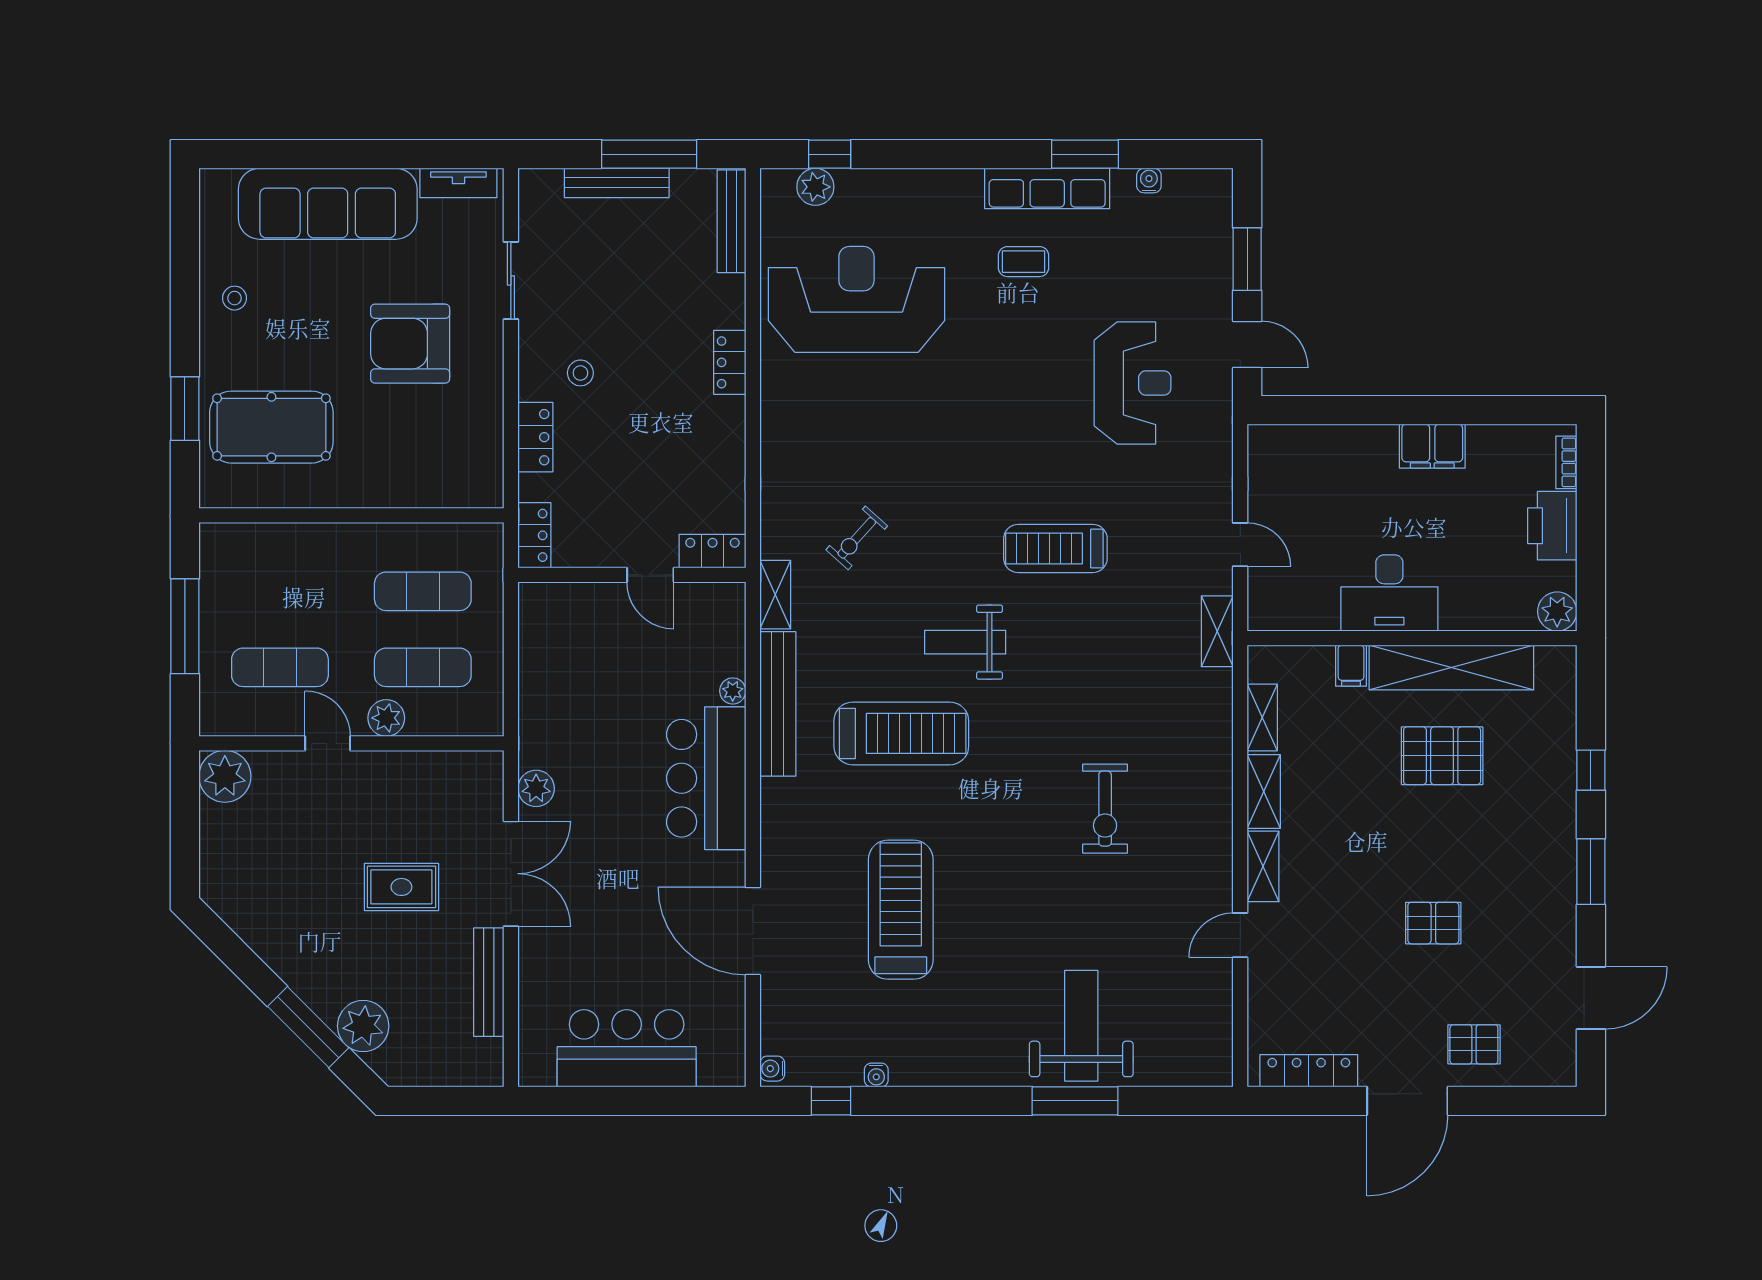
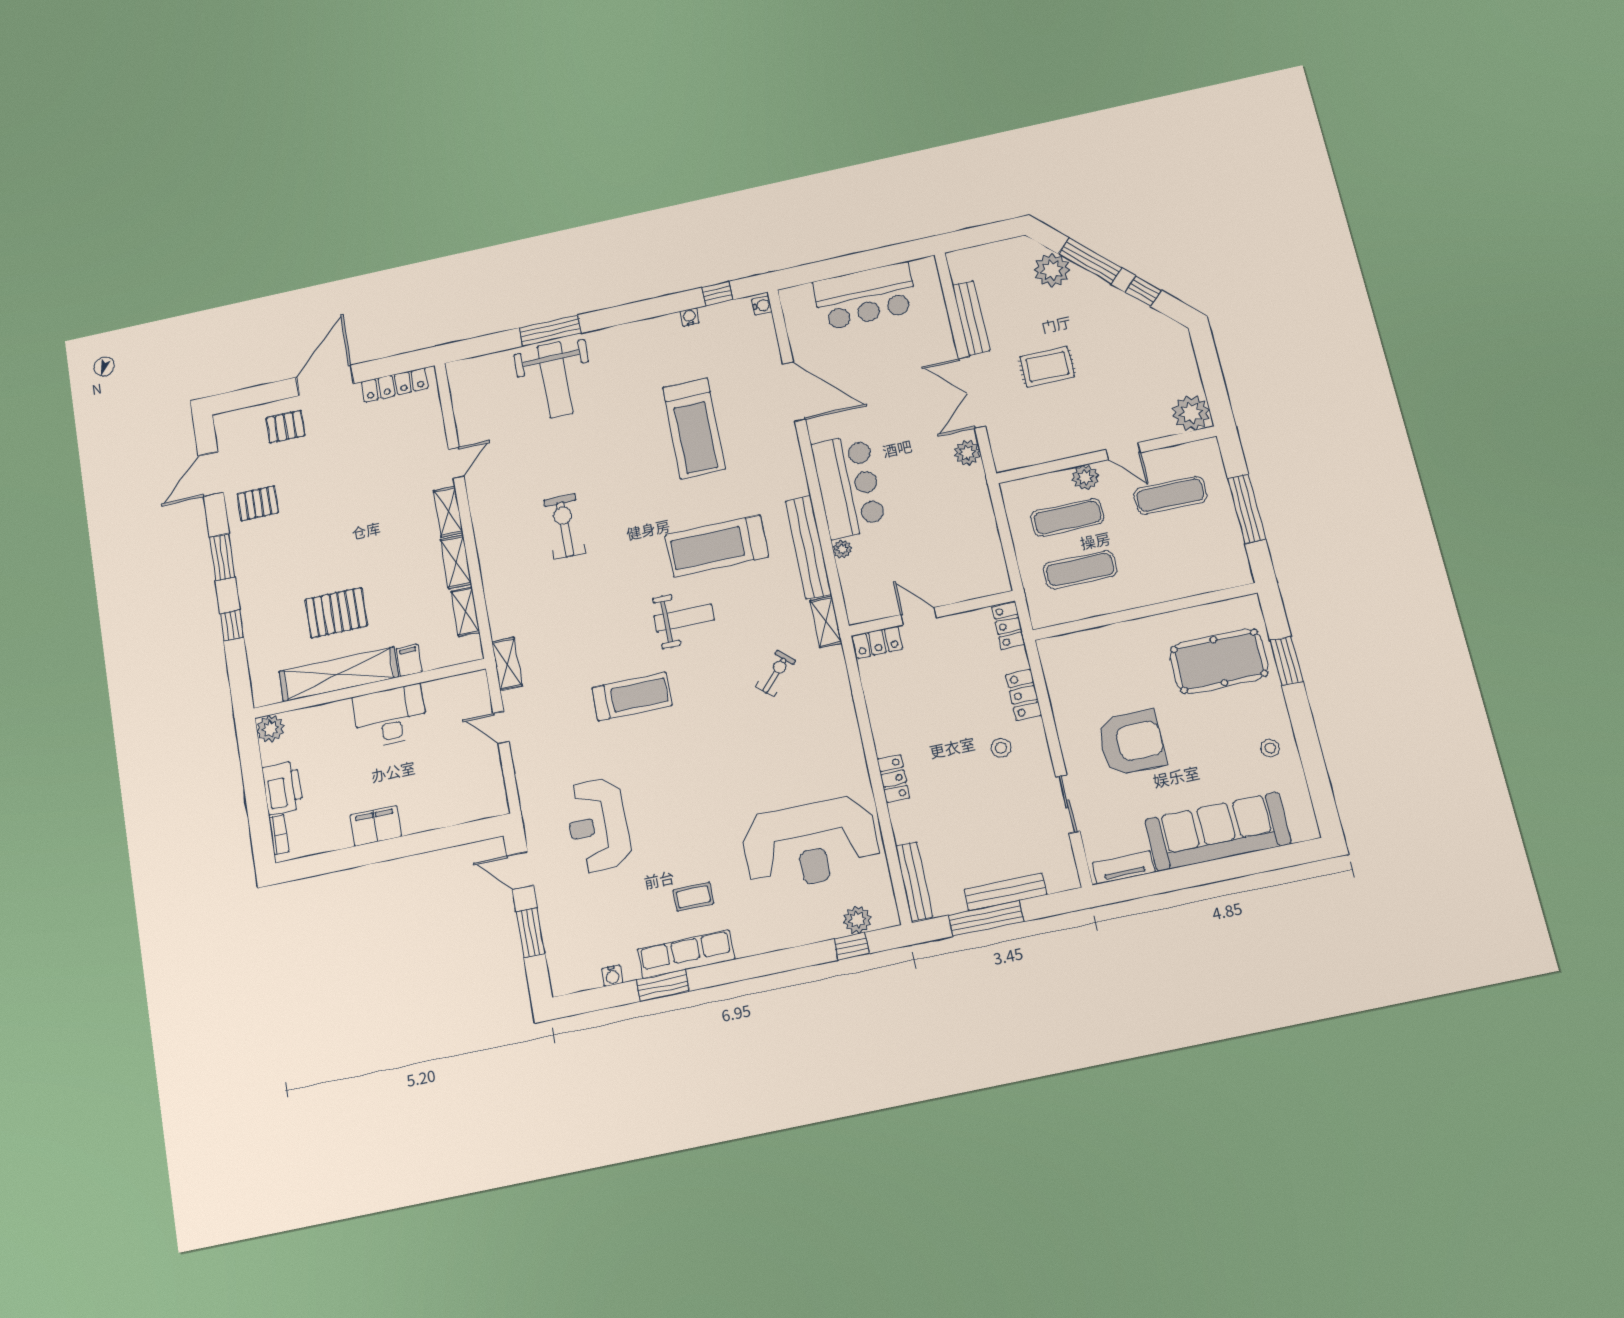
pallet: (1433, 923) -> (258, 503), moved
window: (247, 966) -> (1143, 291), added

